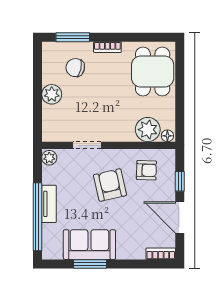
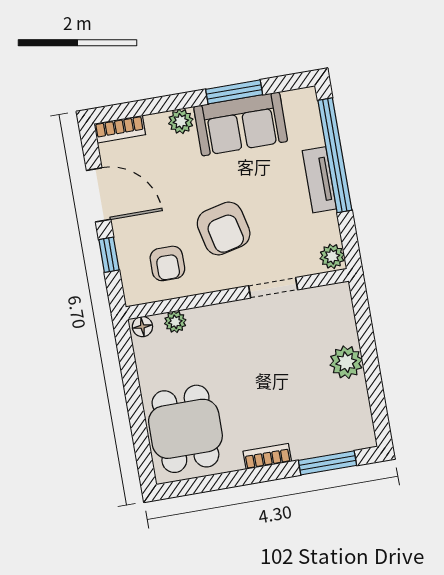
chair: (75, 68) -> (315, 413), removed
plant: (148, 130) -> (175, 322), width x0.53, depth x0.53
armchair: (146, 170) -> (167, 263), turned -92
plant: (124, 252) -> (181, 121), added

